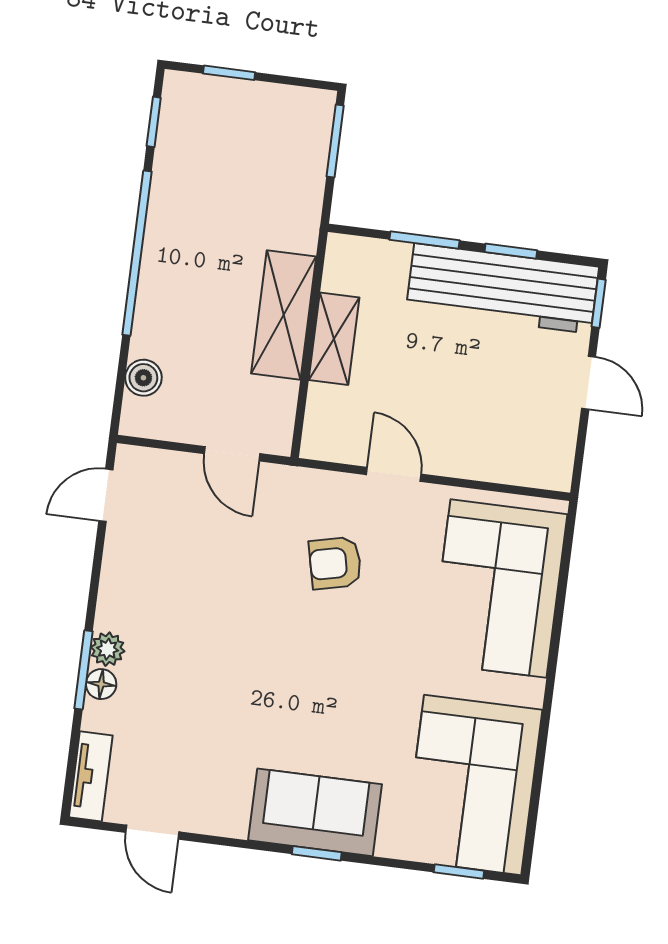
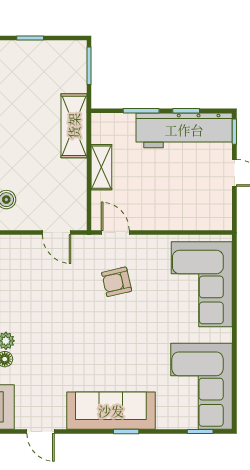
shelving: (284, 315) -> (74, 126), moved
door: (394, 474) -> (115, 233), moved
sofa: (315, 812) -> (111, 411), width x1.36

